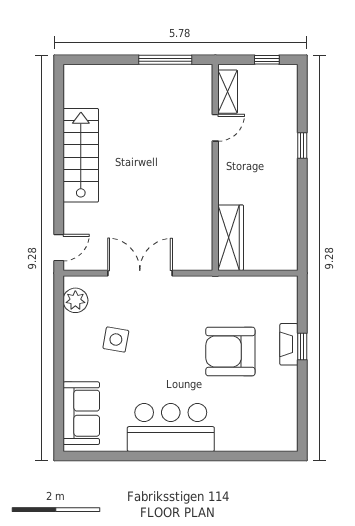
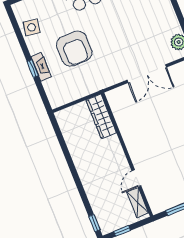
window: (302, 145) -> (94, 223), moved
side table: (116, 340) -> (32, 27), moved
armchair: (230, 352) -> (74, 48), turned 90

